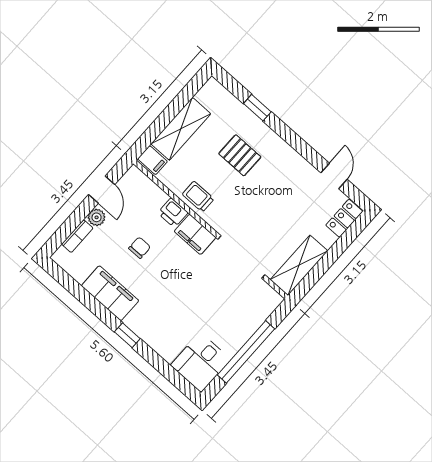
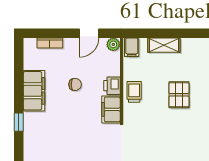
shelving: (181, 129) -> (164, 45), width x0.67, depth x0.75
plant: (97, 217) -> (113, 44), moved

